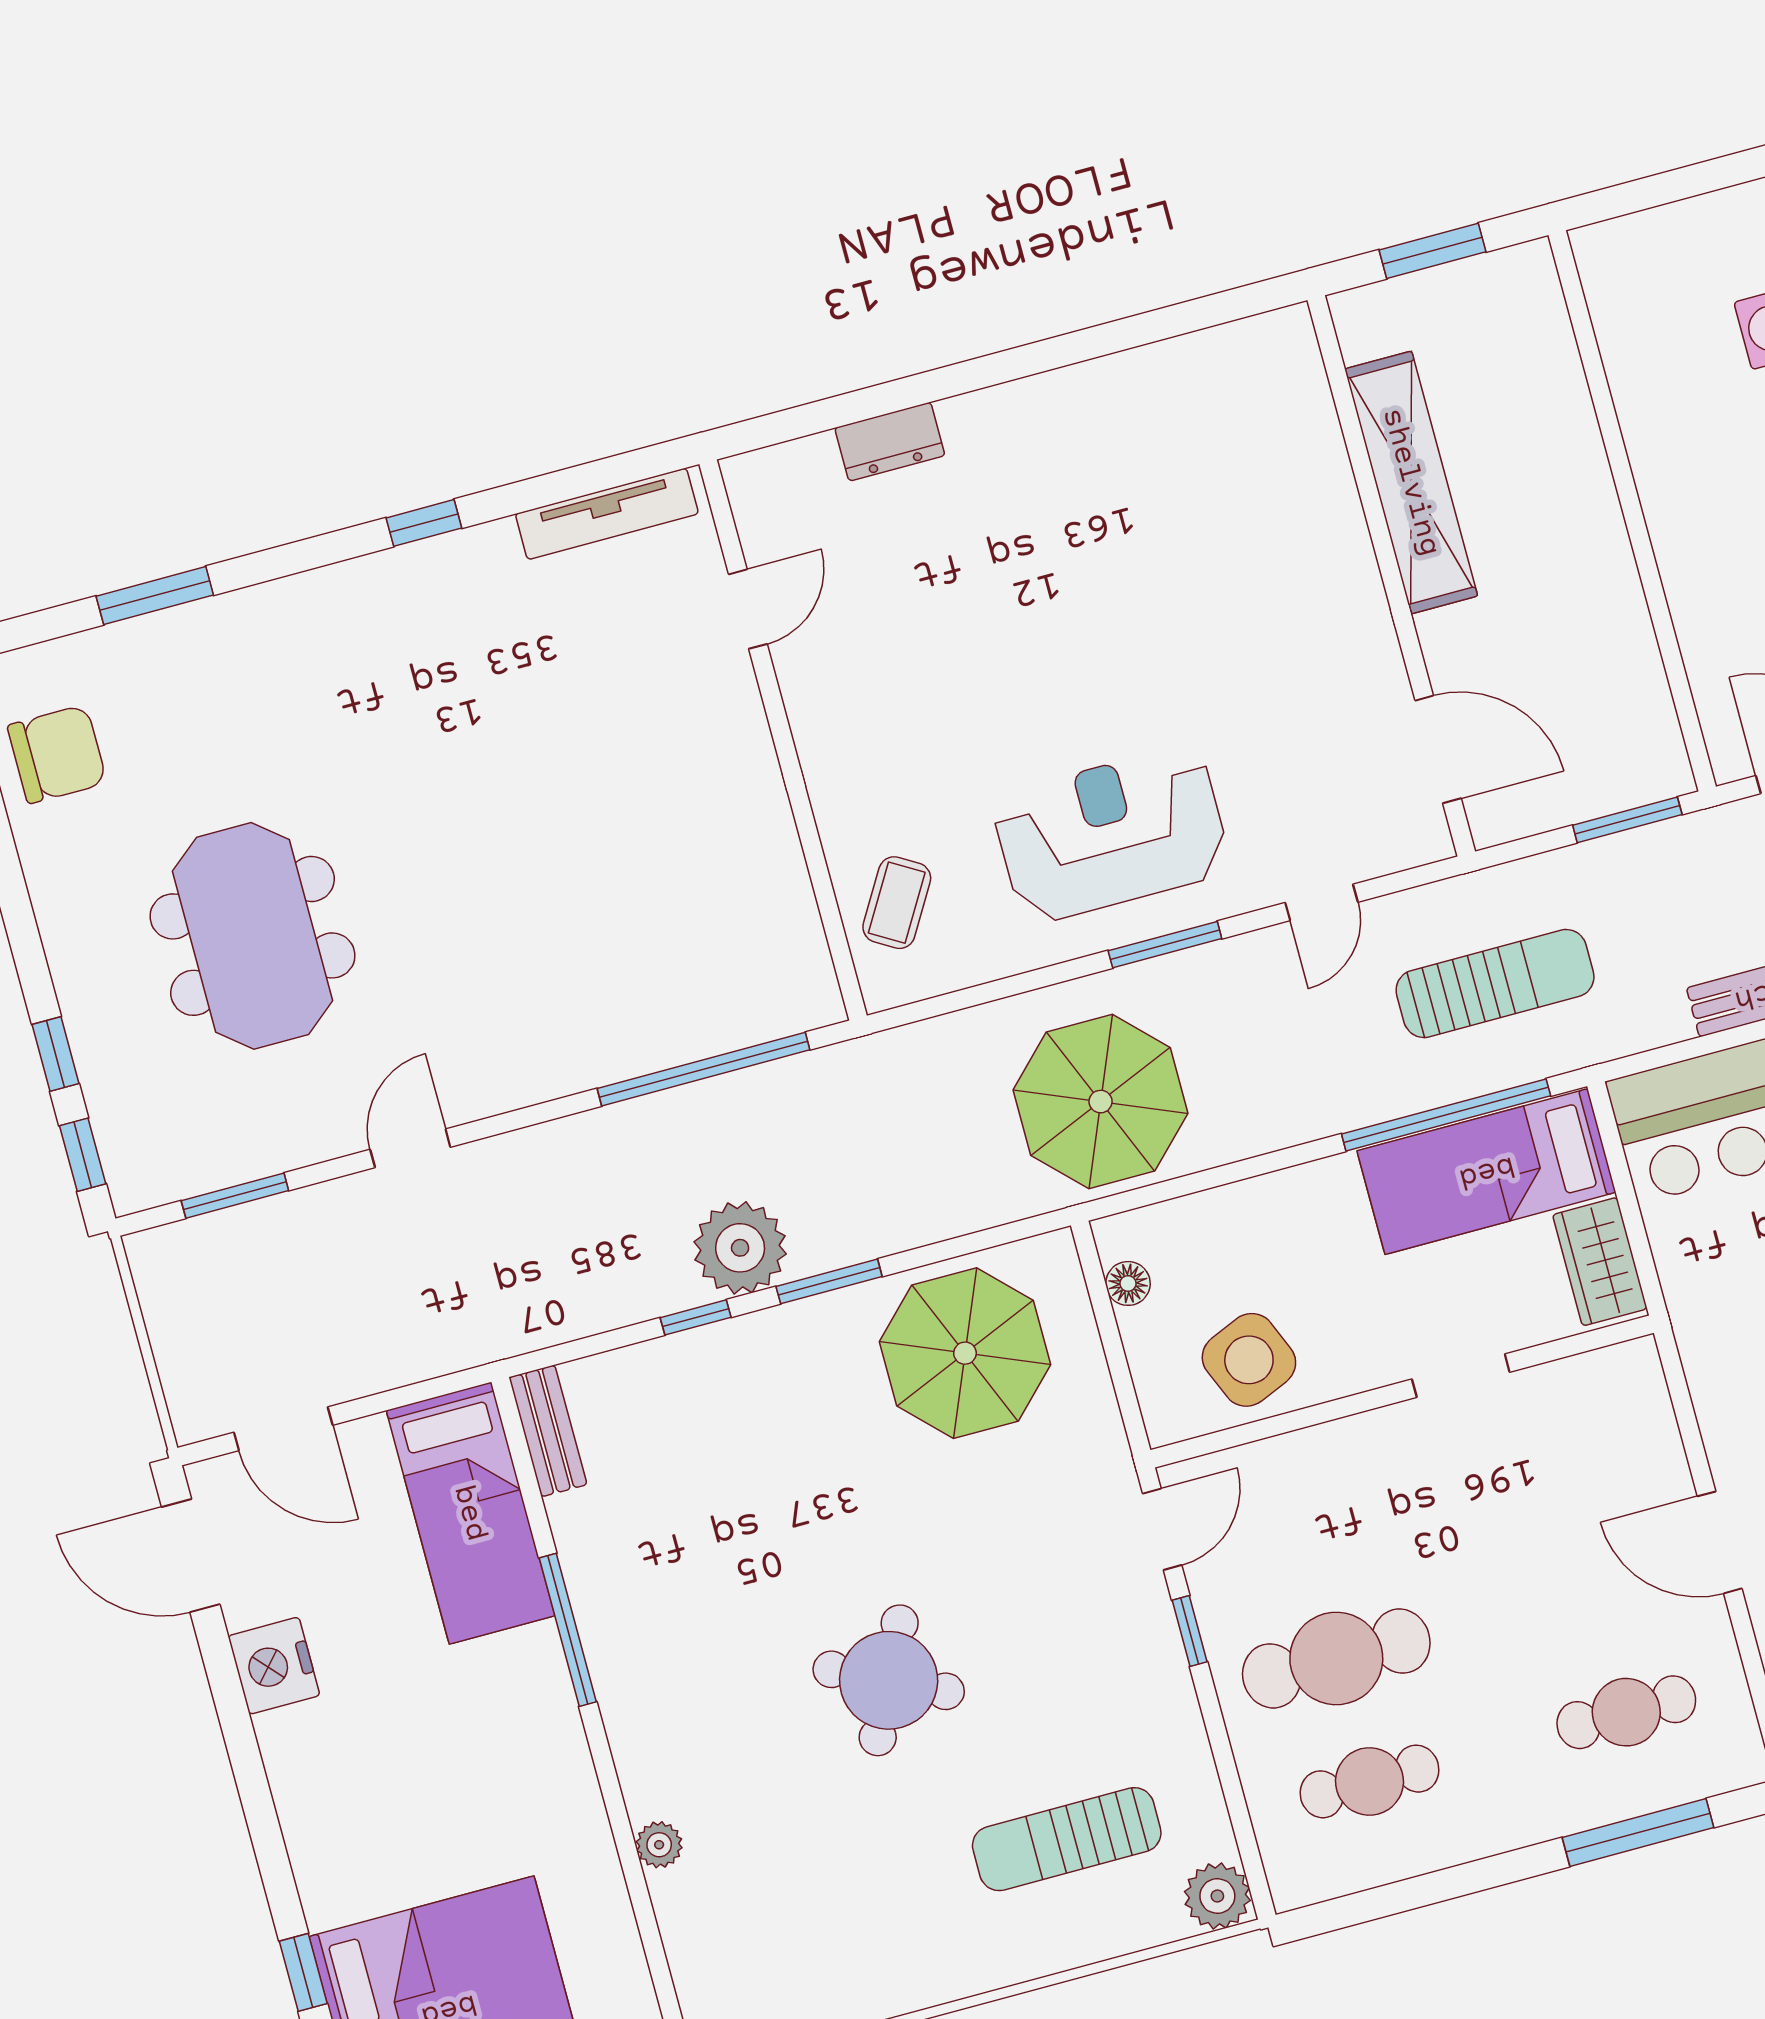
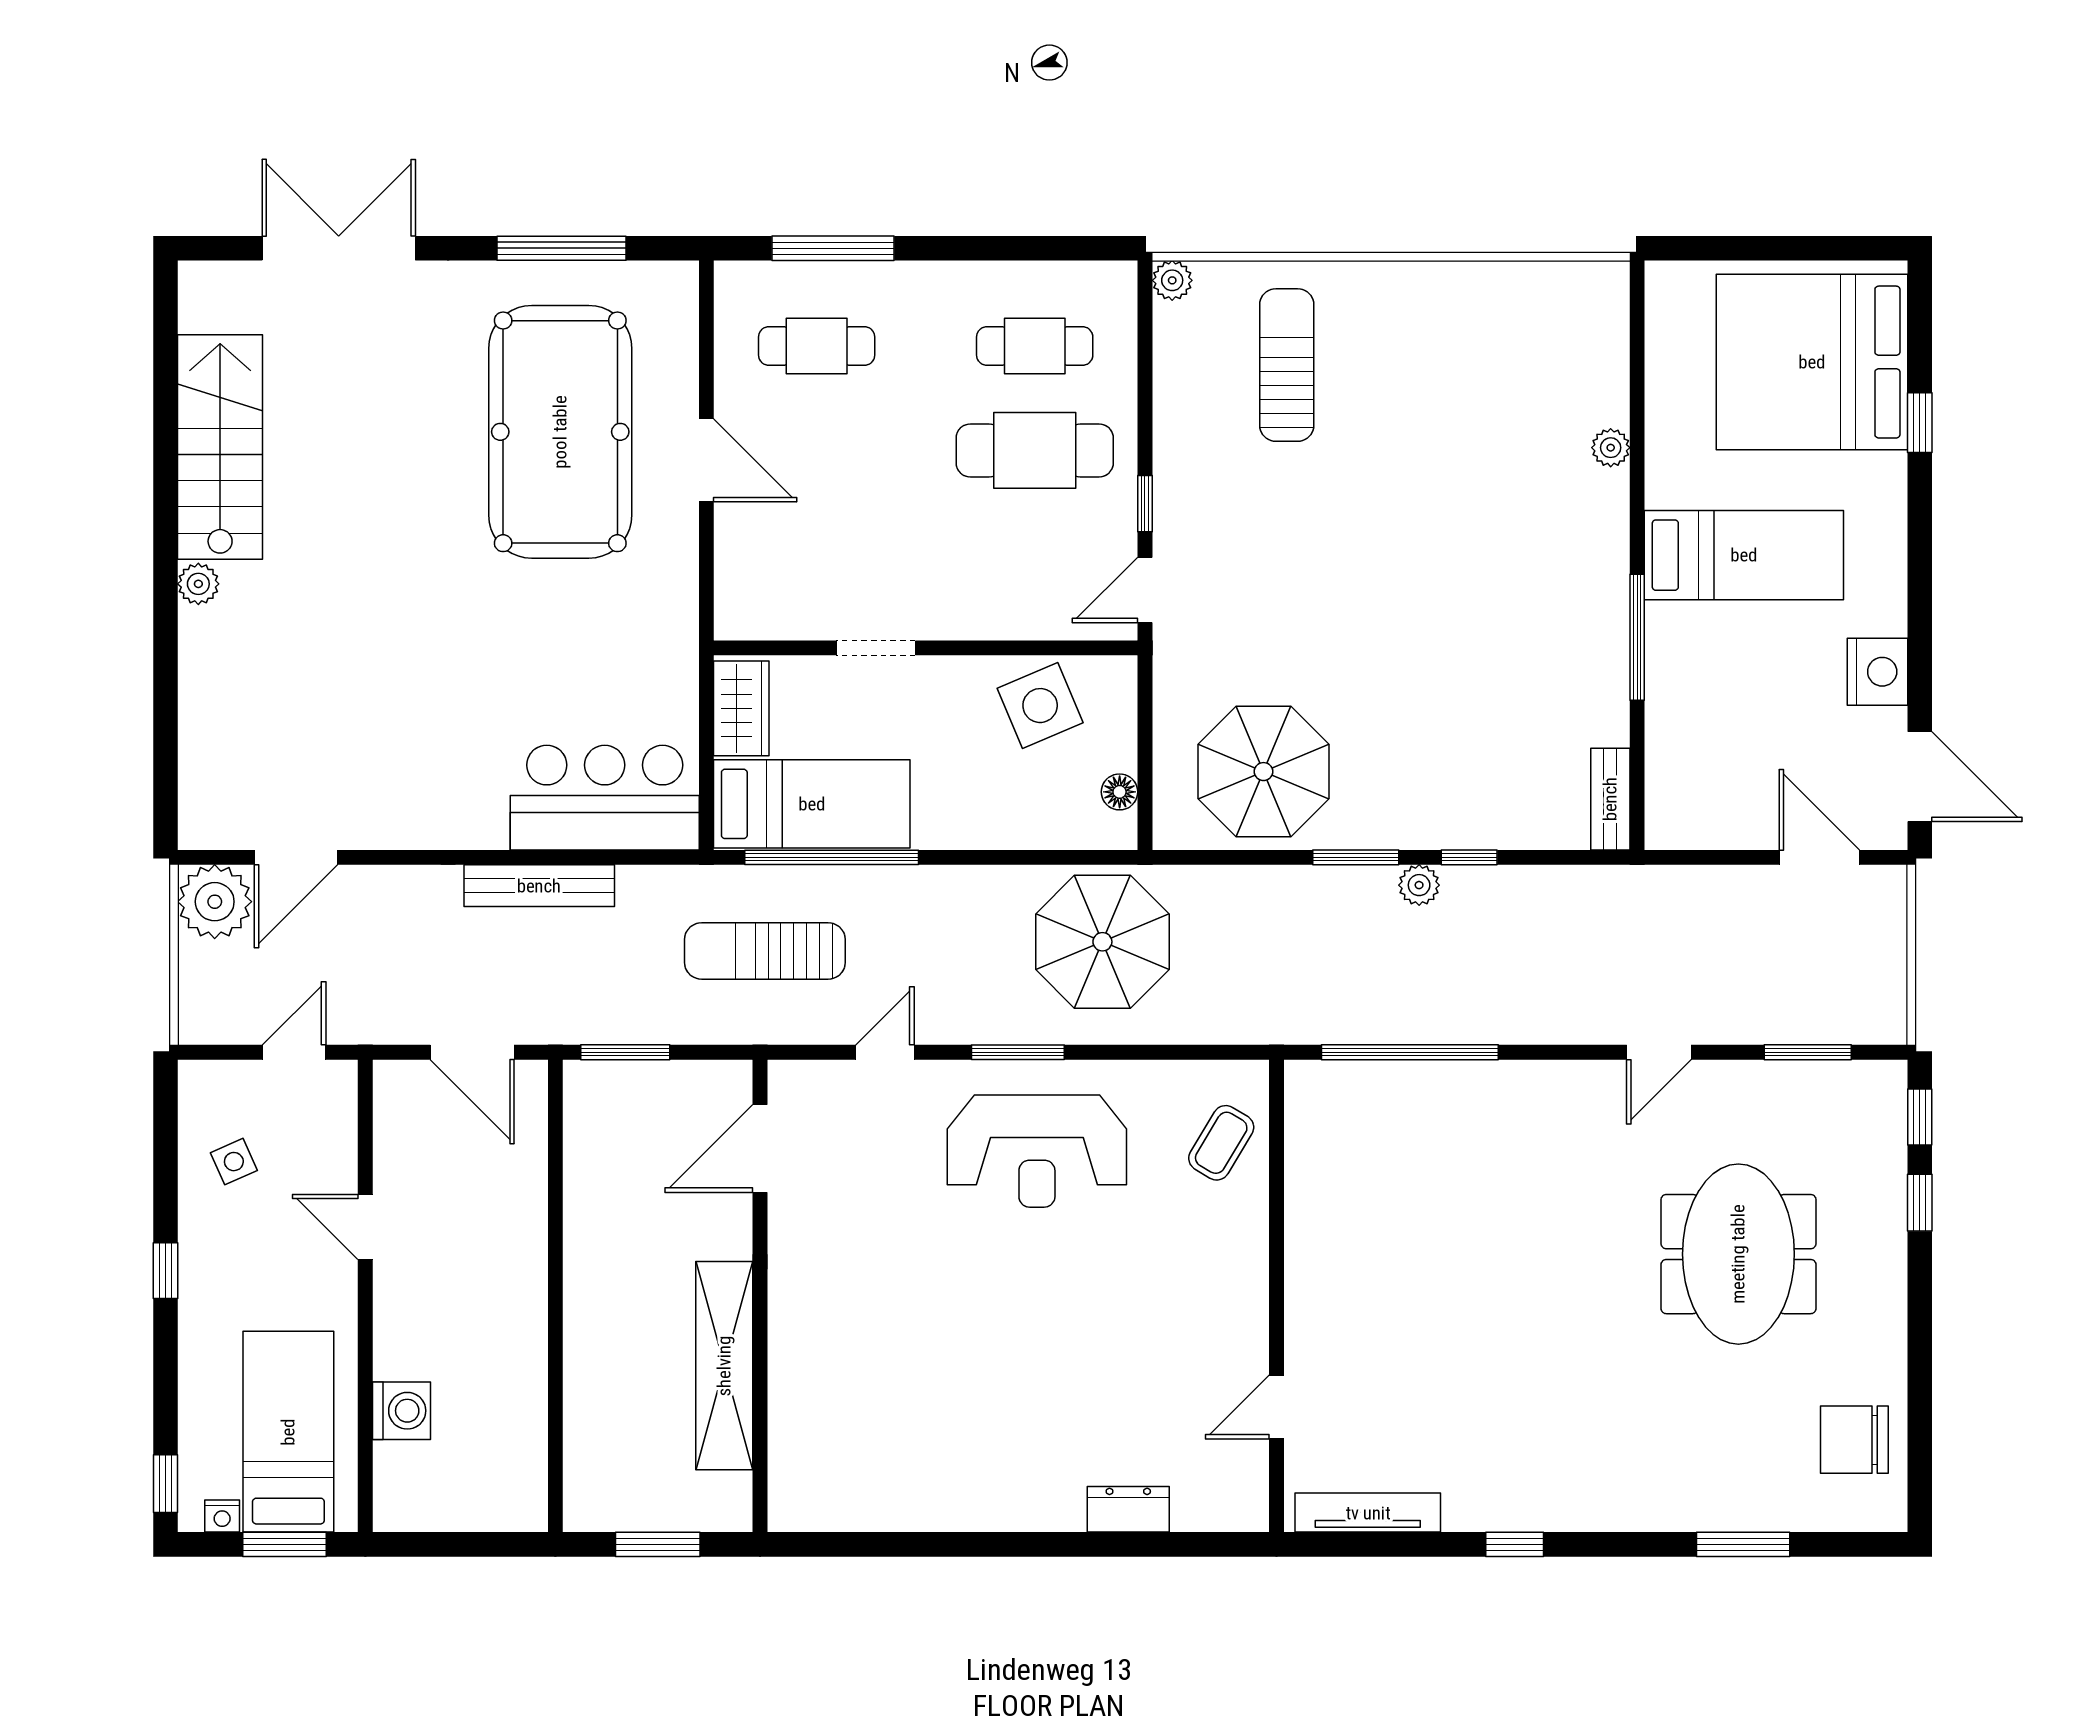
door: (1438, 749) -> (760, 1148), hinge flipped
plant: (740, 1248) -> (1419, 885), width x0.53, depth x0.53
bed: (470, 1513) -> (1744, 555), moved, turned 90
round table: (889, 1680) -> (1394, 529), removed
sun lounger: (1067, 1839) -> (1287, 365), turned -90
plant: (1217, 1896) -> (1172, 280), width x0.73, depth x0.73

